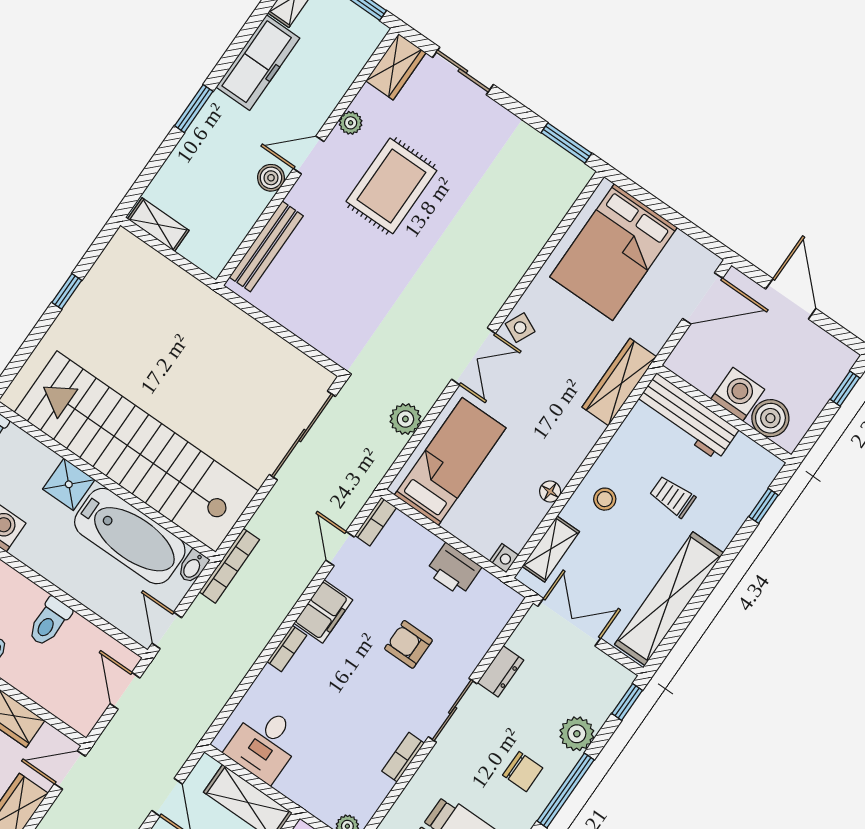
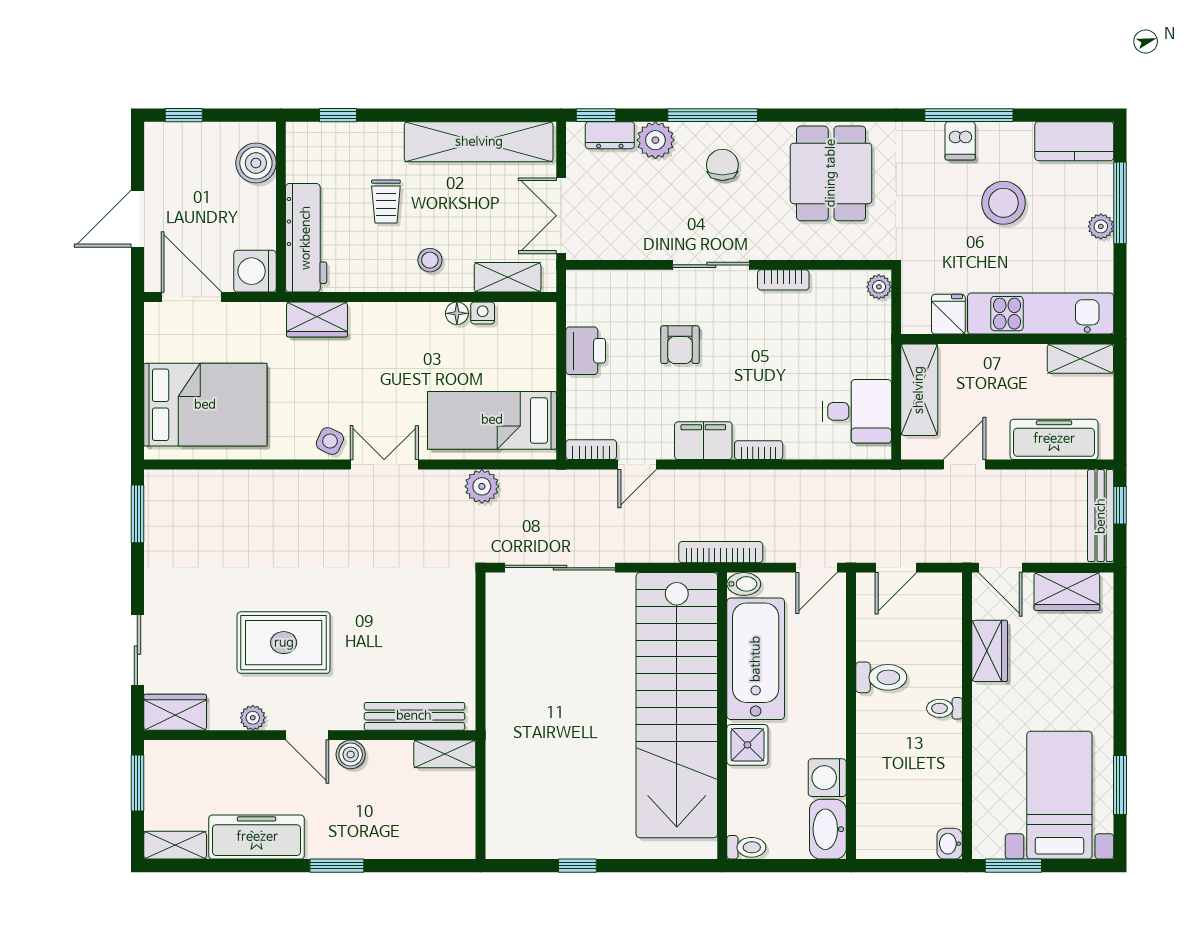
shelving: (158, 225) -> (445, 754), moved, turned 90
wardrobe: (619, 382) -> (317, 319), width x0.67
washing machine: (738, 394) -> (255, 271), moved
nightstand: (504, 558) -> (483, 313), moved
dresser: (501, 671) -> (610, 135), moved, turned 180

